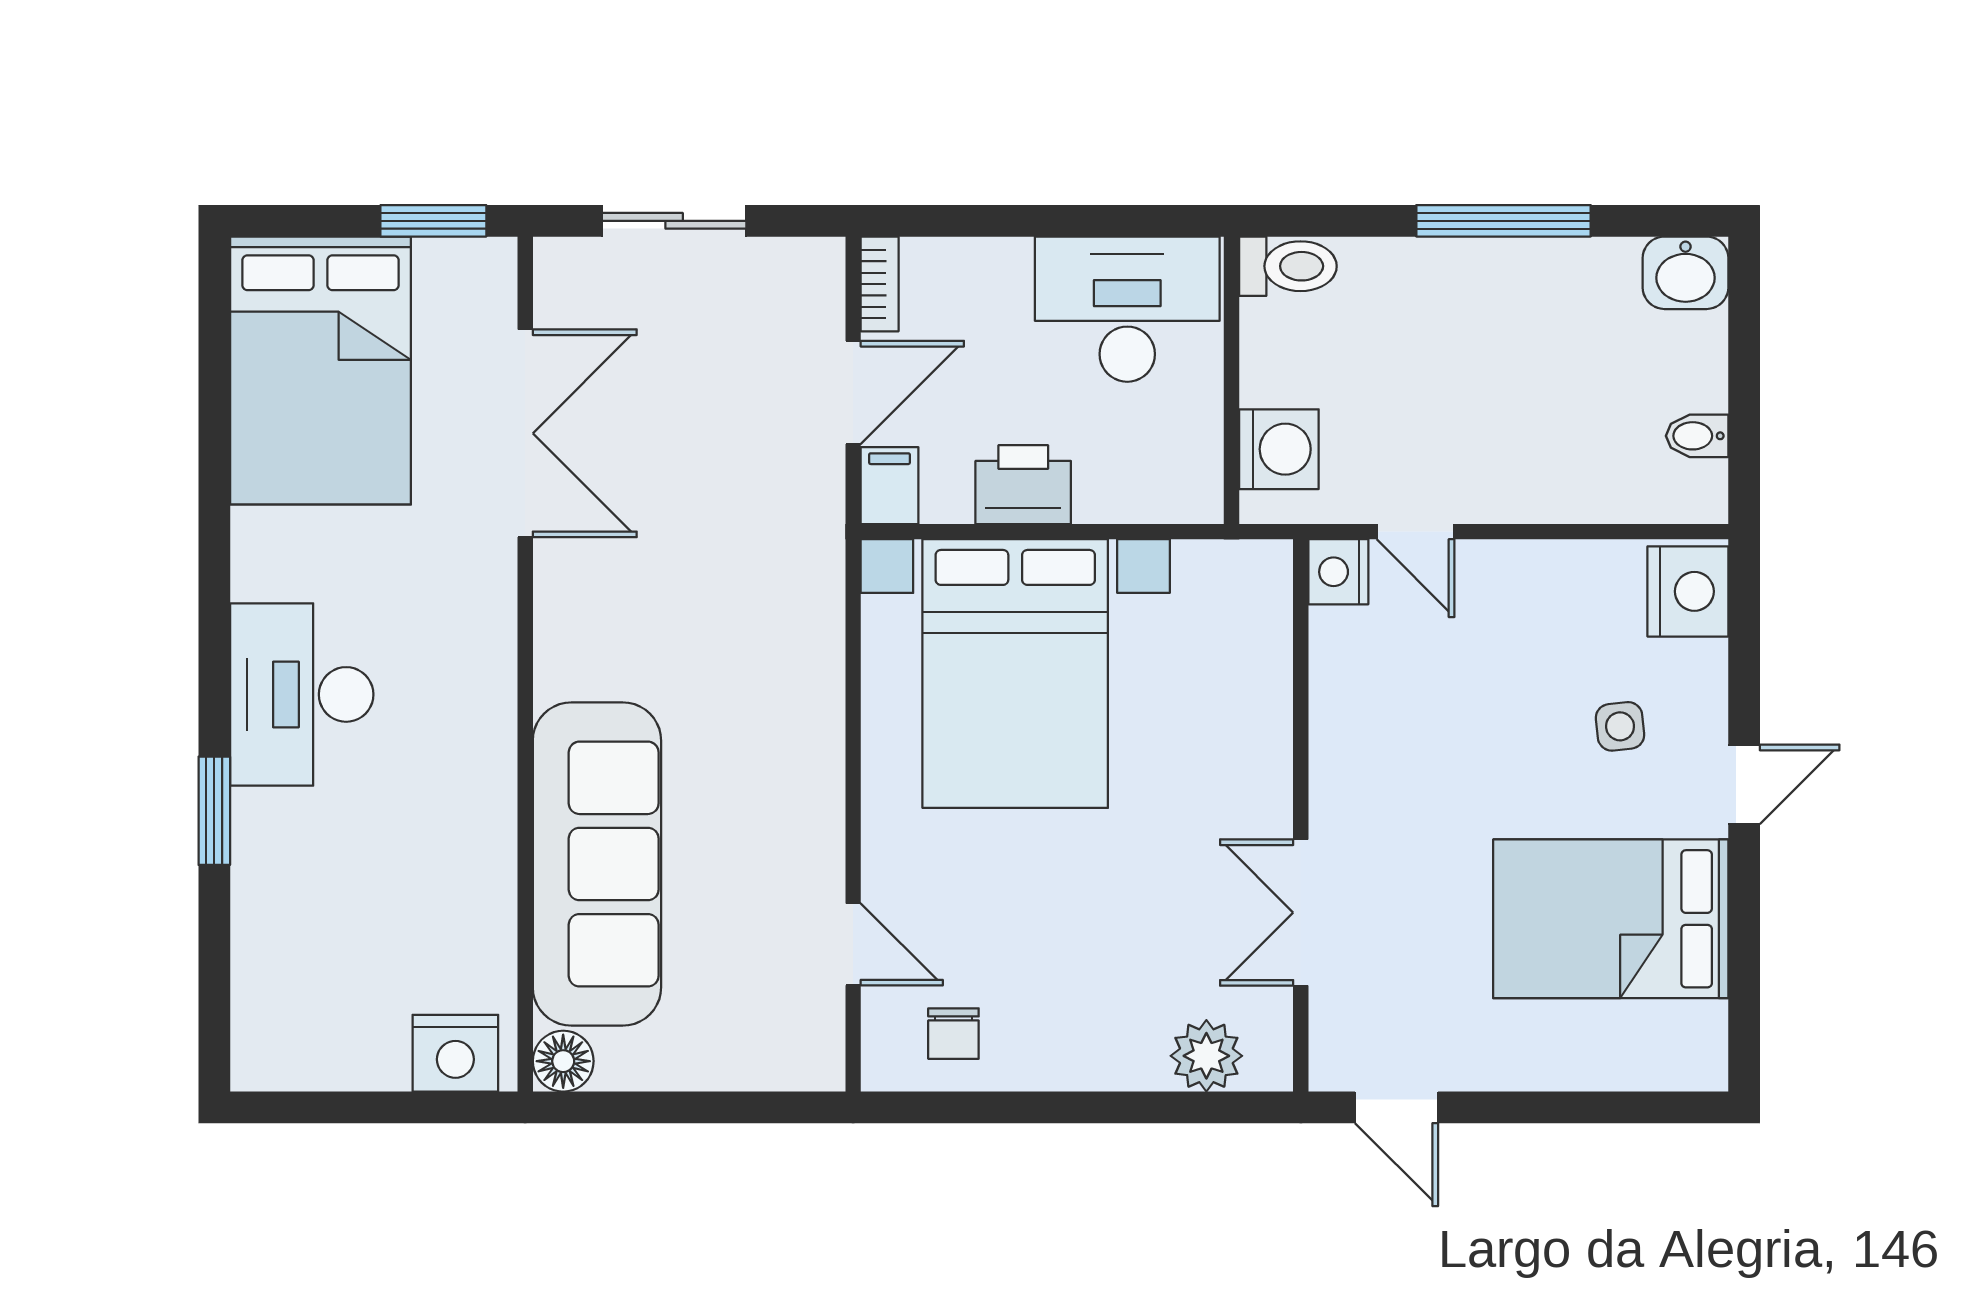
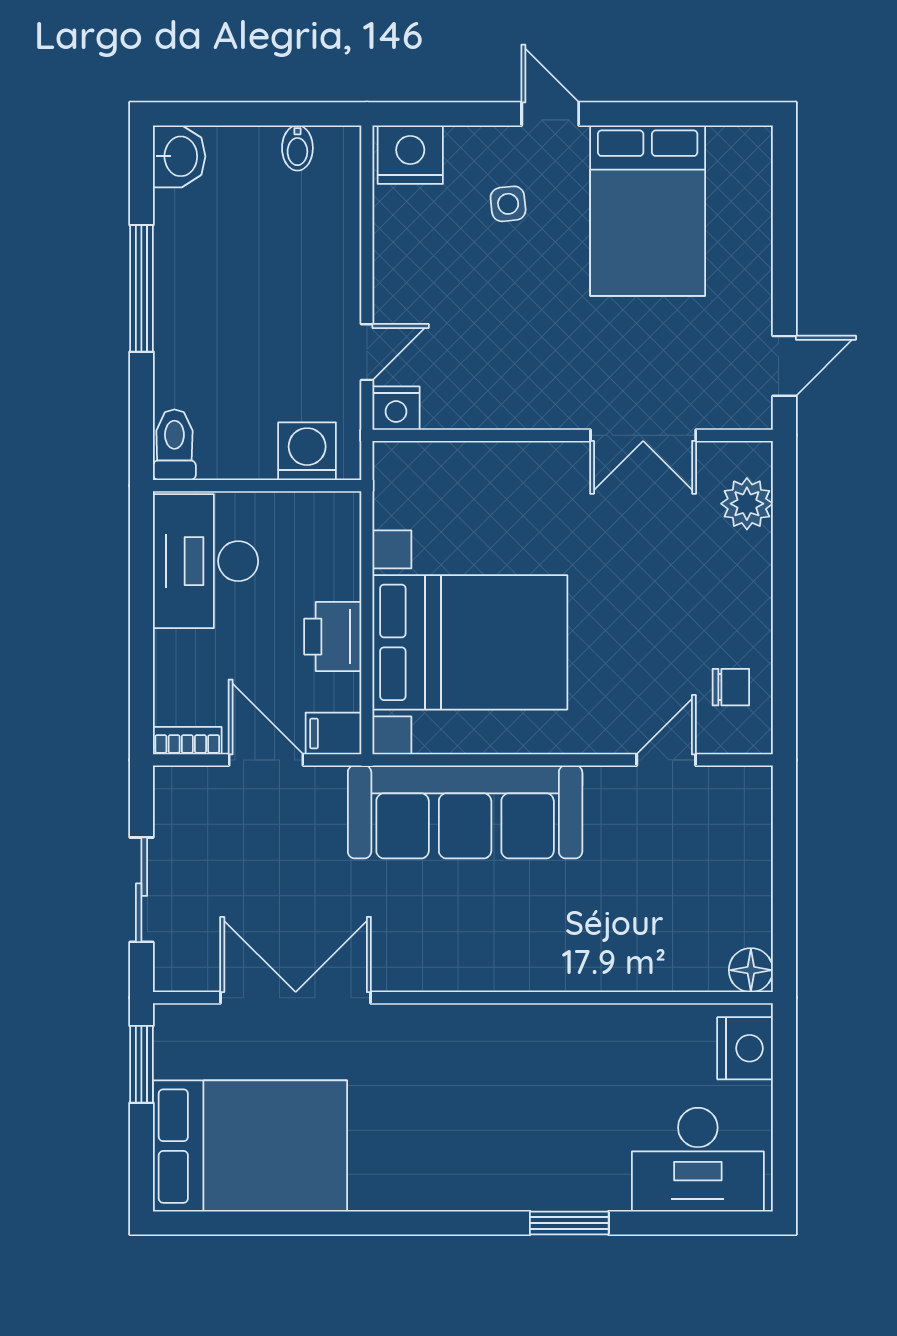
desk: (302, 694) -> (698, 1160), moved
sofa: (597, 864) -> (465, 812), moved, turned 180

